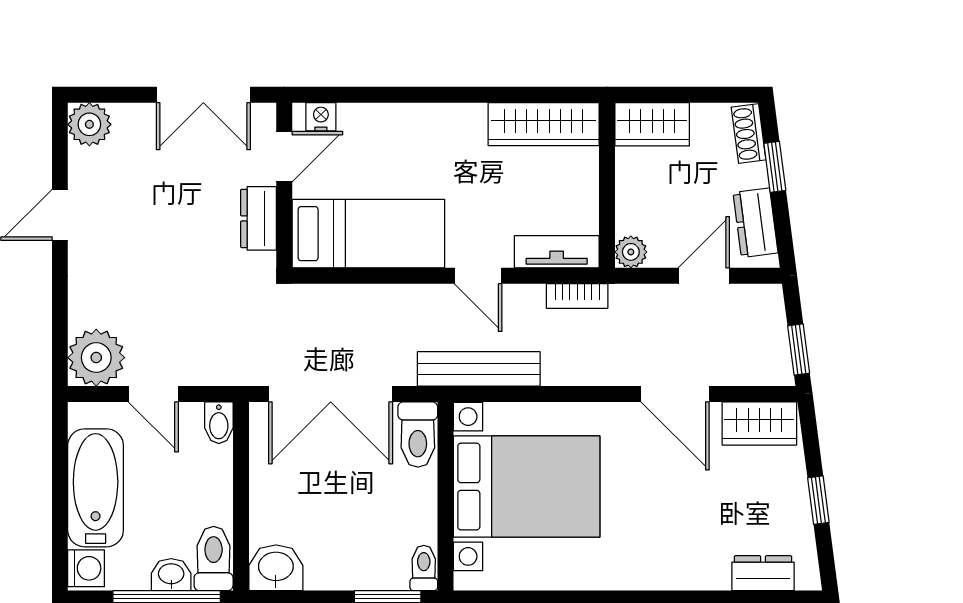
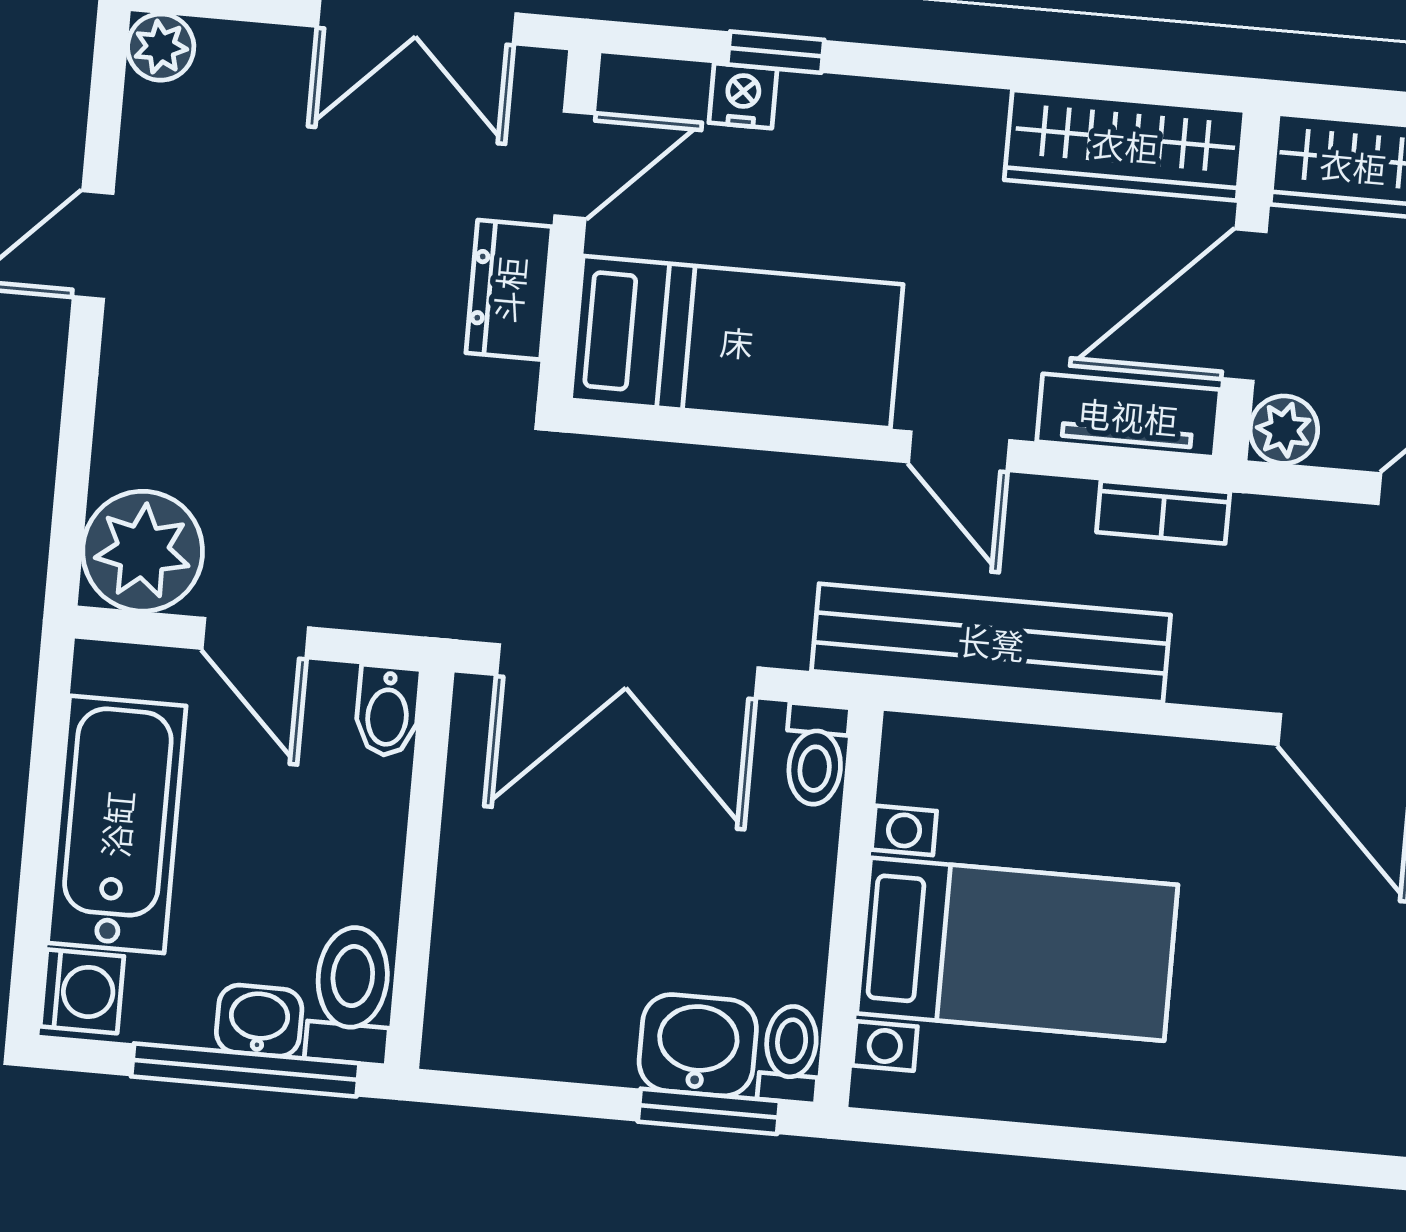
window: (375, 95) -> (776, 52), added
nightstand: (321, 117) -> (743, 96), moved
plant: (89, 124) -> (161, 47), width x0.73, depth x0.73
door: (607, 195) -> (1244, 305), added
bench: (479, 369) -> (991, 643), width x1.37, depth x1.21
toilet: (418, 434) -> (816, 755), width x0.73, depth x0.72
bed with nightstands: (527, 487) -> (1017, 949), width x0.73
washbasin: (276, 568) -> (698, 1045), moved

